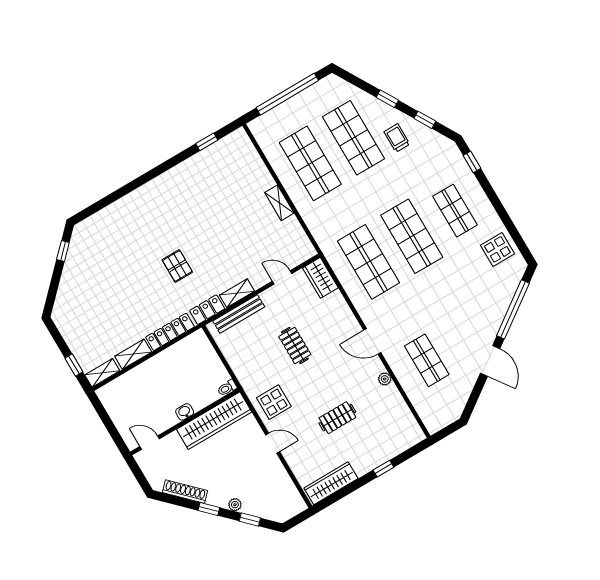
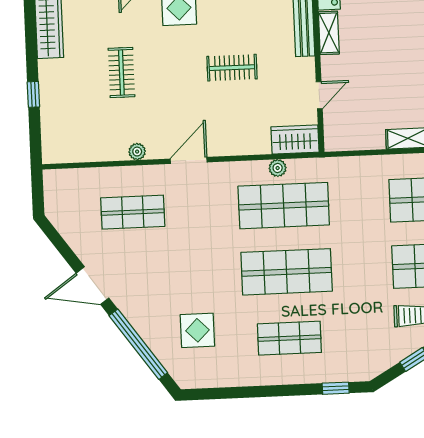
display table: (497, 249) -> (197, 330), moved
plant: (346, 279) -> (278, 168), added

